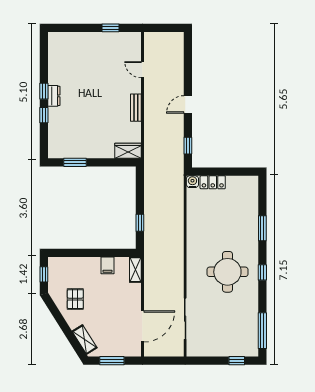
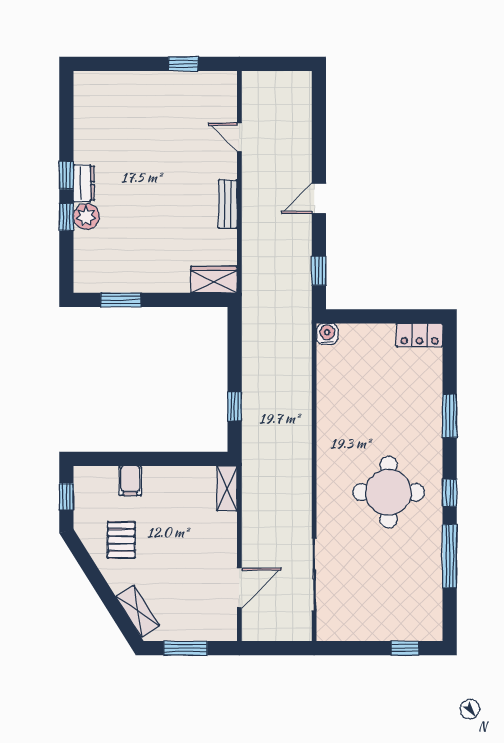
plant: (55, 115) -> (86, 217), added
locker: (213, 182) -> (420, 335), moved
filing cabinet: (108, 265) -> (130, 481), moved
door: (142, 326) -> (239, 588), width x0.73
window: (262, 331) -> (450, 556), moved

